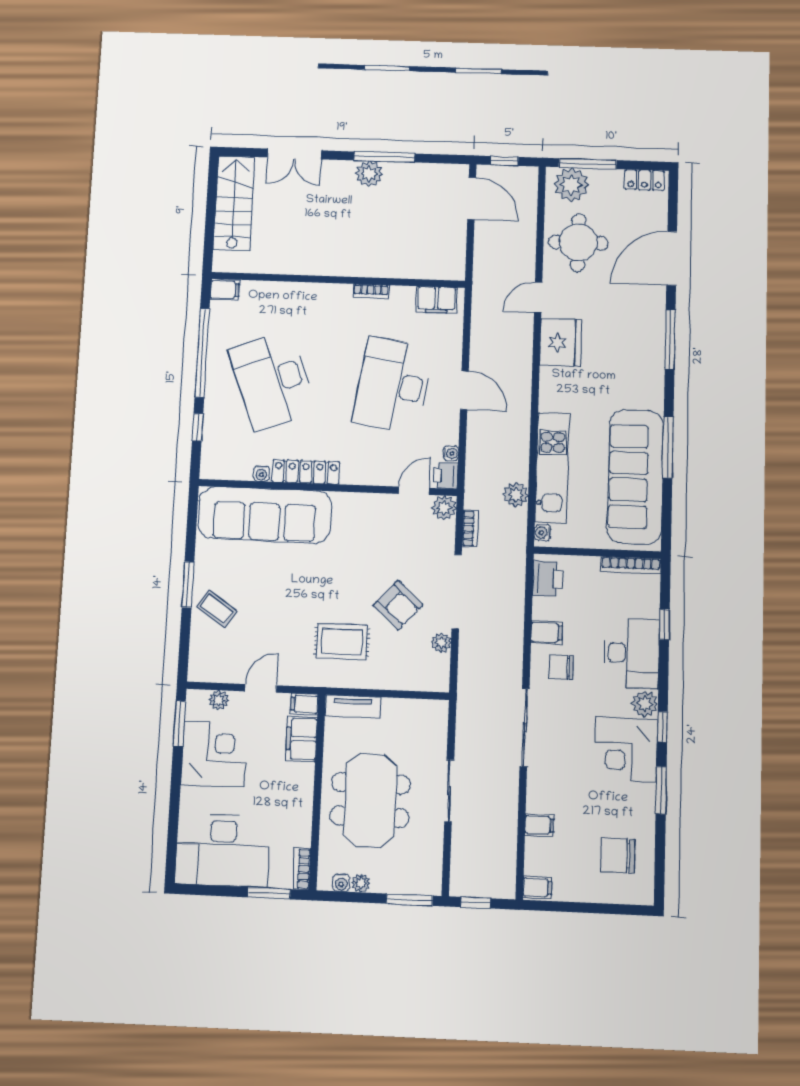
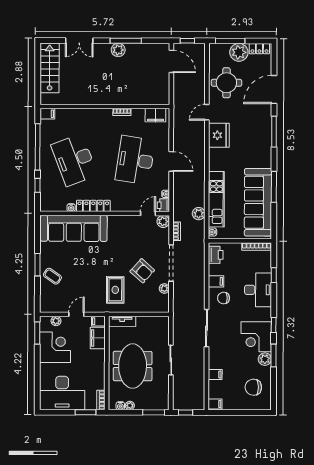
plant: (571, 185) -> (239, 52), moved
rug: (342, 642) -> (115, 290), turned 90
plant: (645, 704) -> (265, 359), moved

